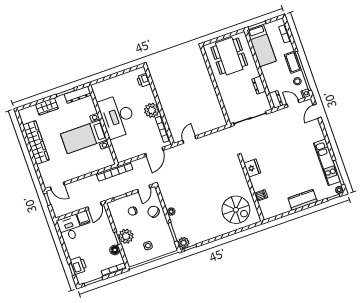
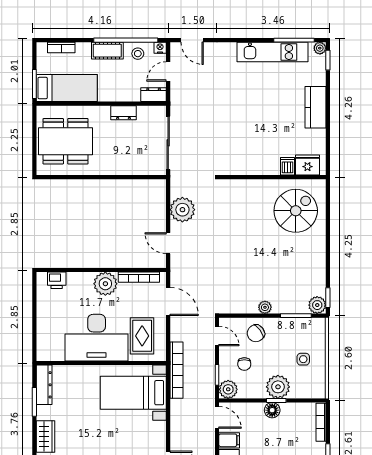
bed with nightstands: (84, 137) -> (133, 393), moved, turned 90
plant: (213, 141) -> (182, 210), added
rug: (128, 143) -> (142, 336), added
fridge: (252, 168) -> (307, 165), moved
plant: (114, 207) -> (228, 389), added
floor lamp: (115, 250) -> (272, 410), moved

